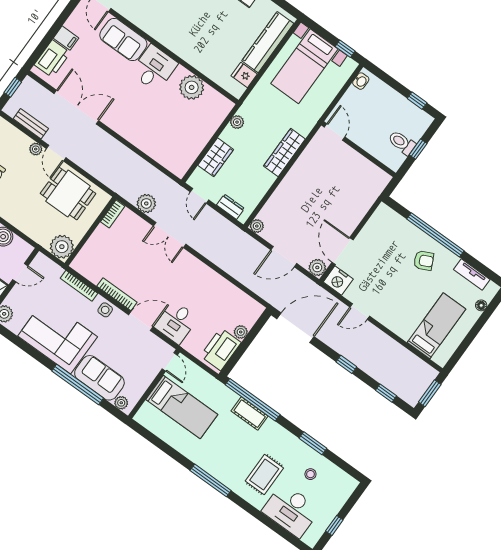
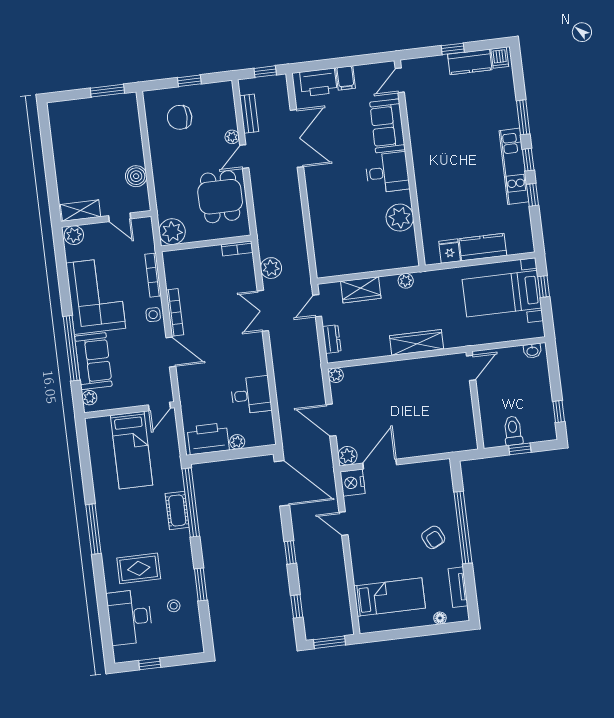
kitchen counter: (268, 42) -> (483, 247), width x0.67
window: (345, 49) -> (544, 287), moved
desk: (176, 322) -> (251, 395), moved, turned 180

